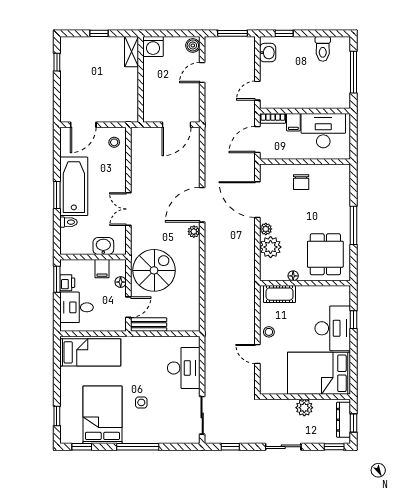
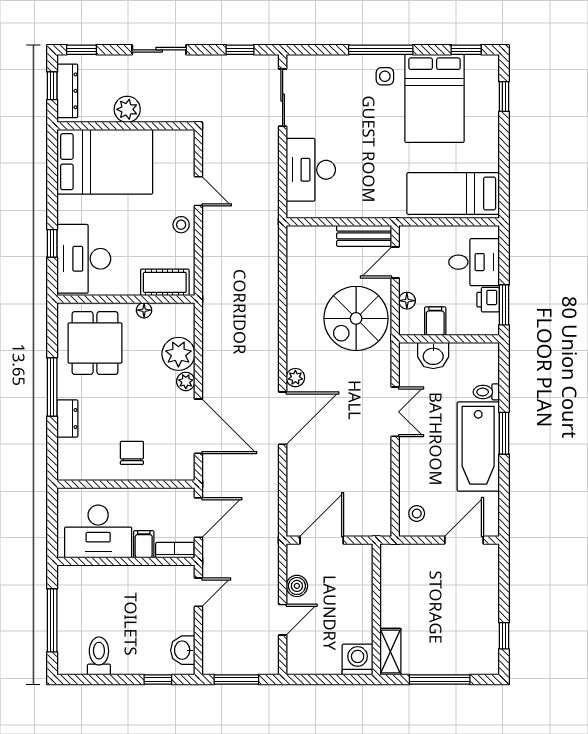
window: (99, 33) -> (440, 679), width x2.17
boiler: (193, 45) -> (297, 586), moved
dresser: (344, 205) -> (67, 419), added
desk: (333, 328) -> (84, 259), moved
side table: (141, 402) -> (385, 76), moved

